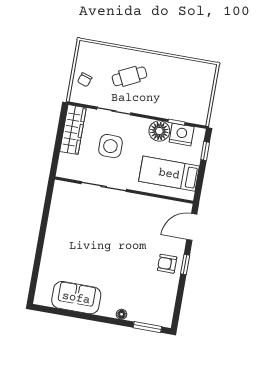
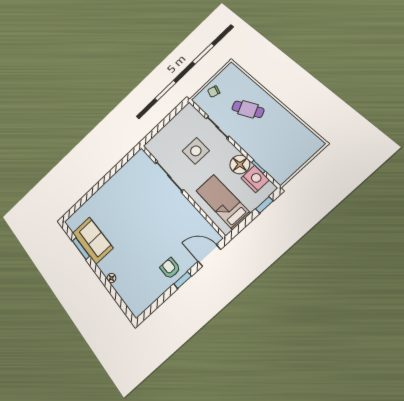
wardrobe: (73, 130) -> (179, 121), removed
window: (147, 327) -> (81, 249), moved

